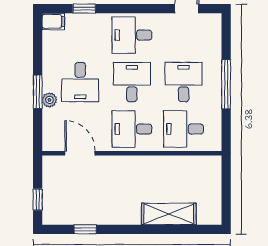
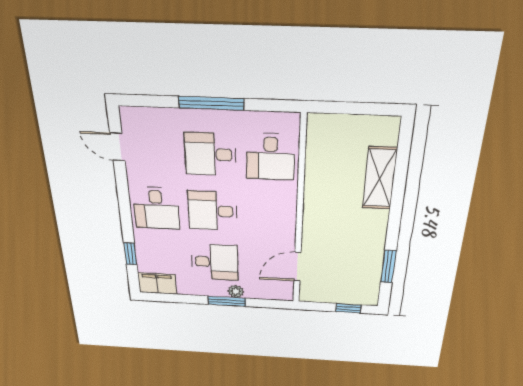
filing cabinet: (53, 21) -> (157, 283), width x2.00
desk: (132, 129) -> (270, 214), removed
window: (85, 229) -> (388, 267), width x1.50

